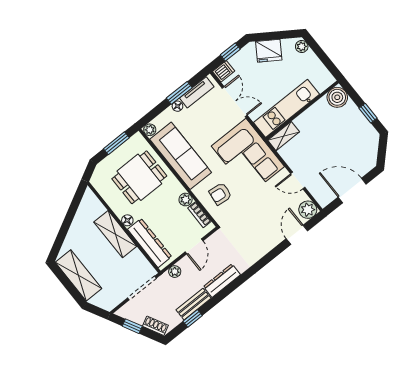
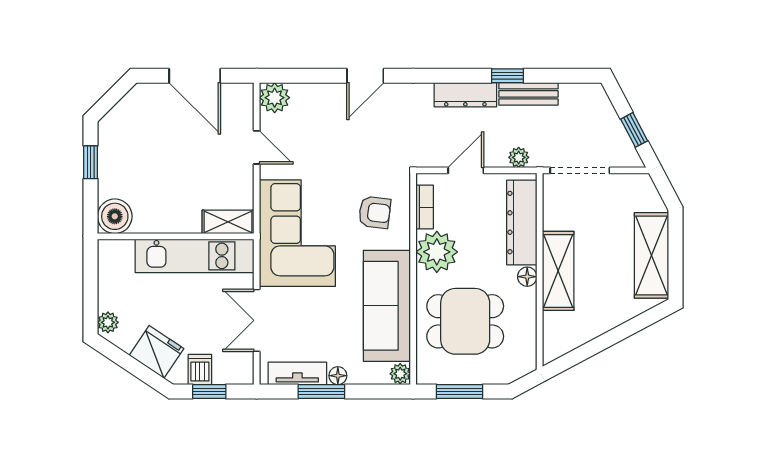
dishwasher: (224, 71) -> (200, 369), moved, turned 90
plant: (186, 200) -> (437, 252), width x1.87, depth x1.87
door: (297, 235) -> (365, 76), moved
window: (193, 318) -> (507, 76), moved
shoe rack: (155, 326) -> (603, 106), removed

